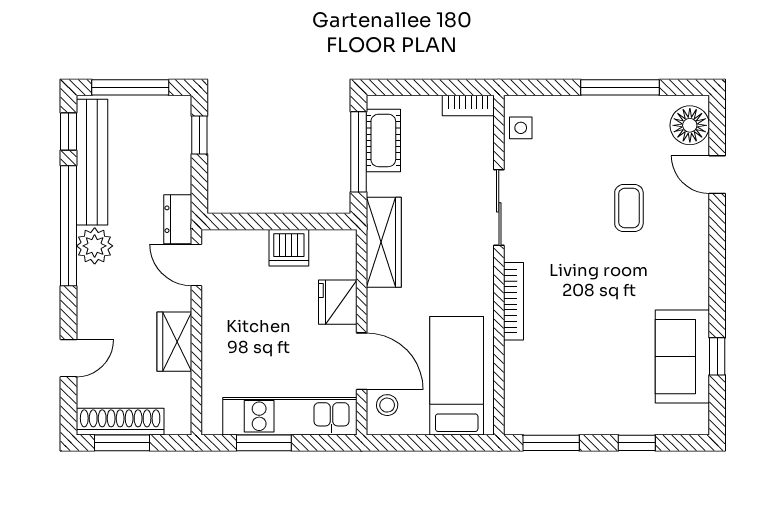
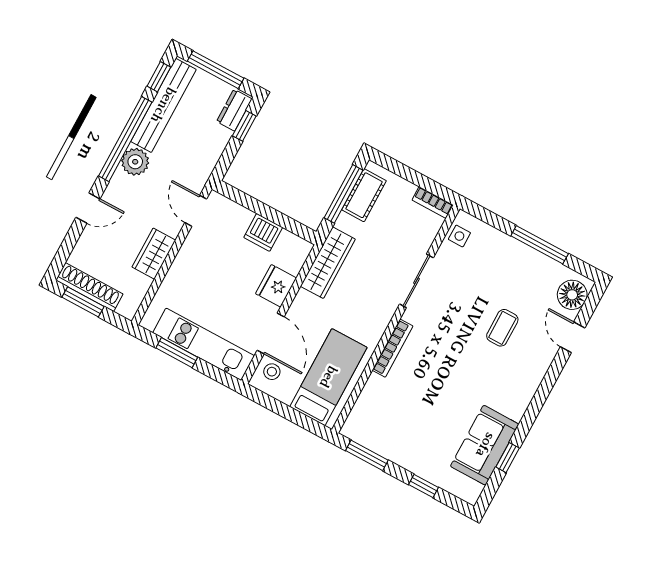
dresser: (178, 219) -> (234, 110), moved
door: (68, 358) -> (88, 208), moved

